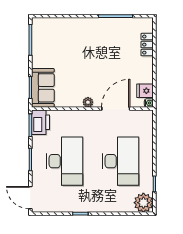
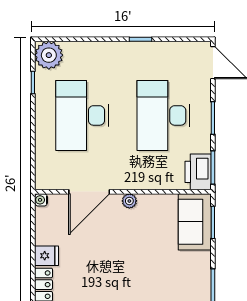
fridge: (145, 91) -> (47, 256), moved

